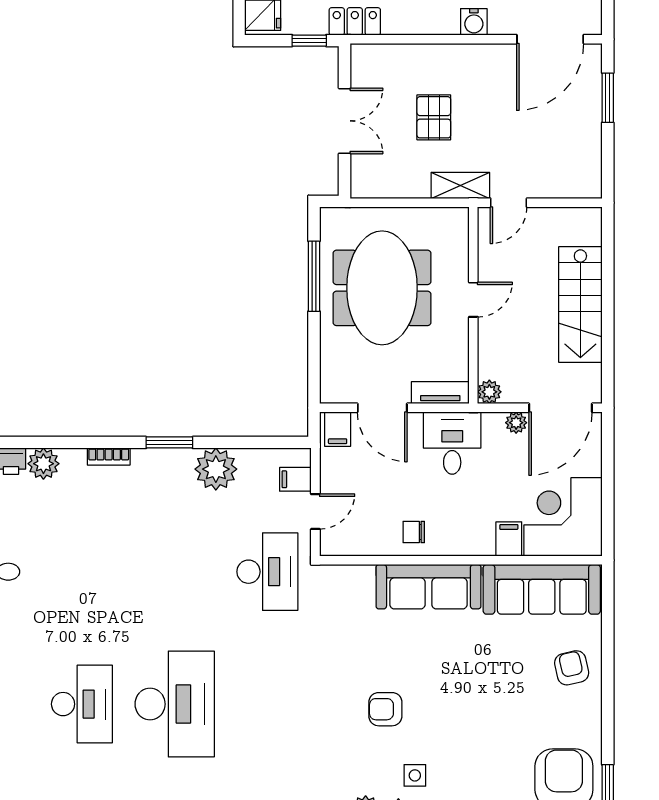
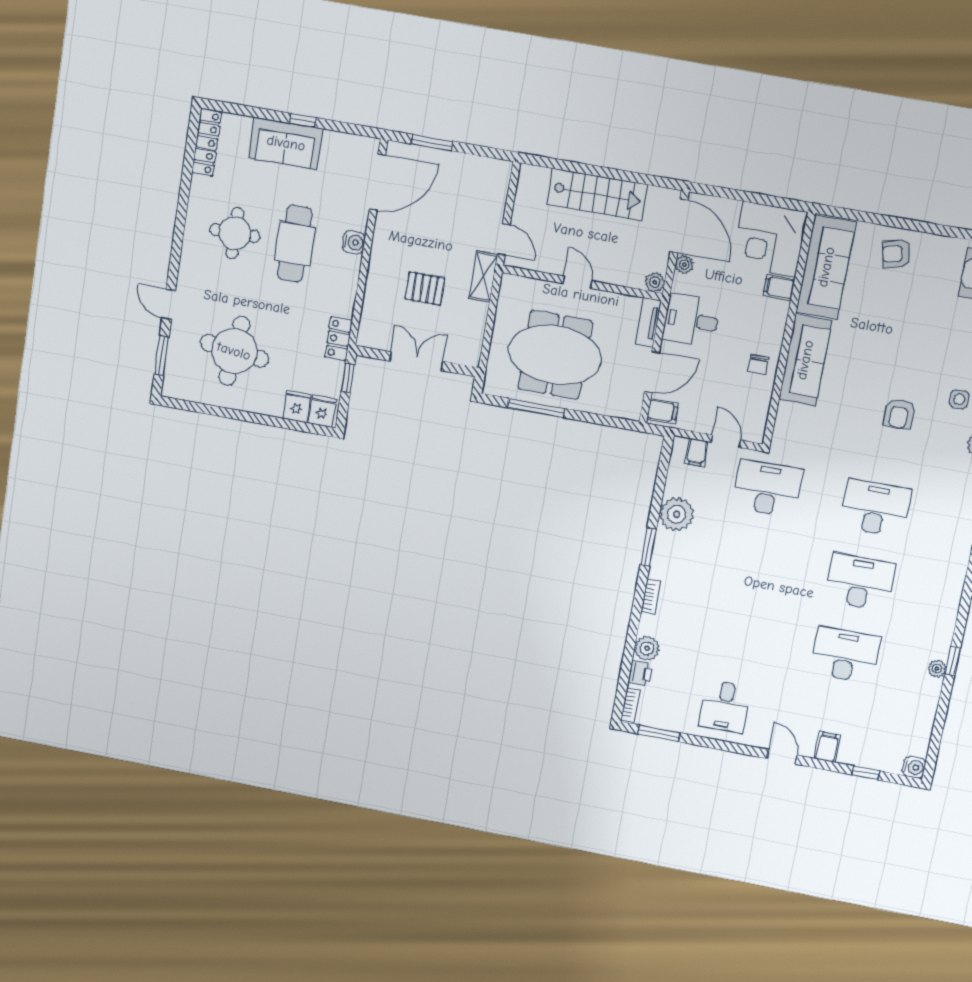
door: (550, 39) -> (377, 182), hinge flipped
desk: (175, 704) -> (860, 582), width x0.73, depth x0.77
desk: (267, 704) -> (875, 508), added

